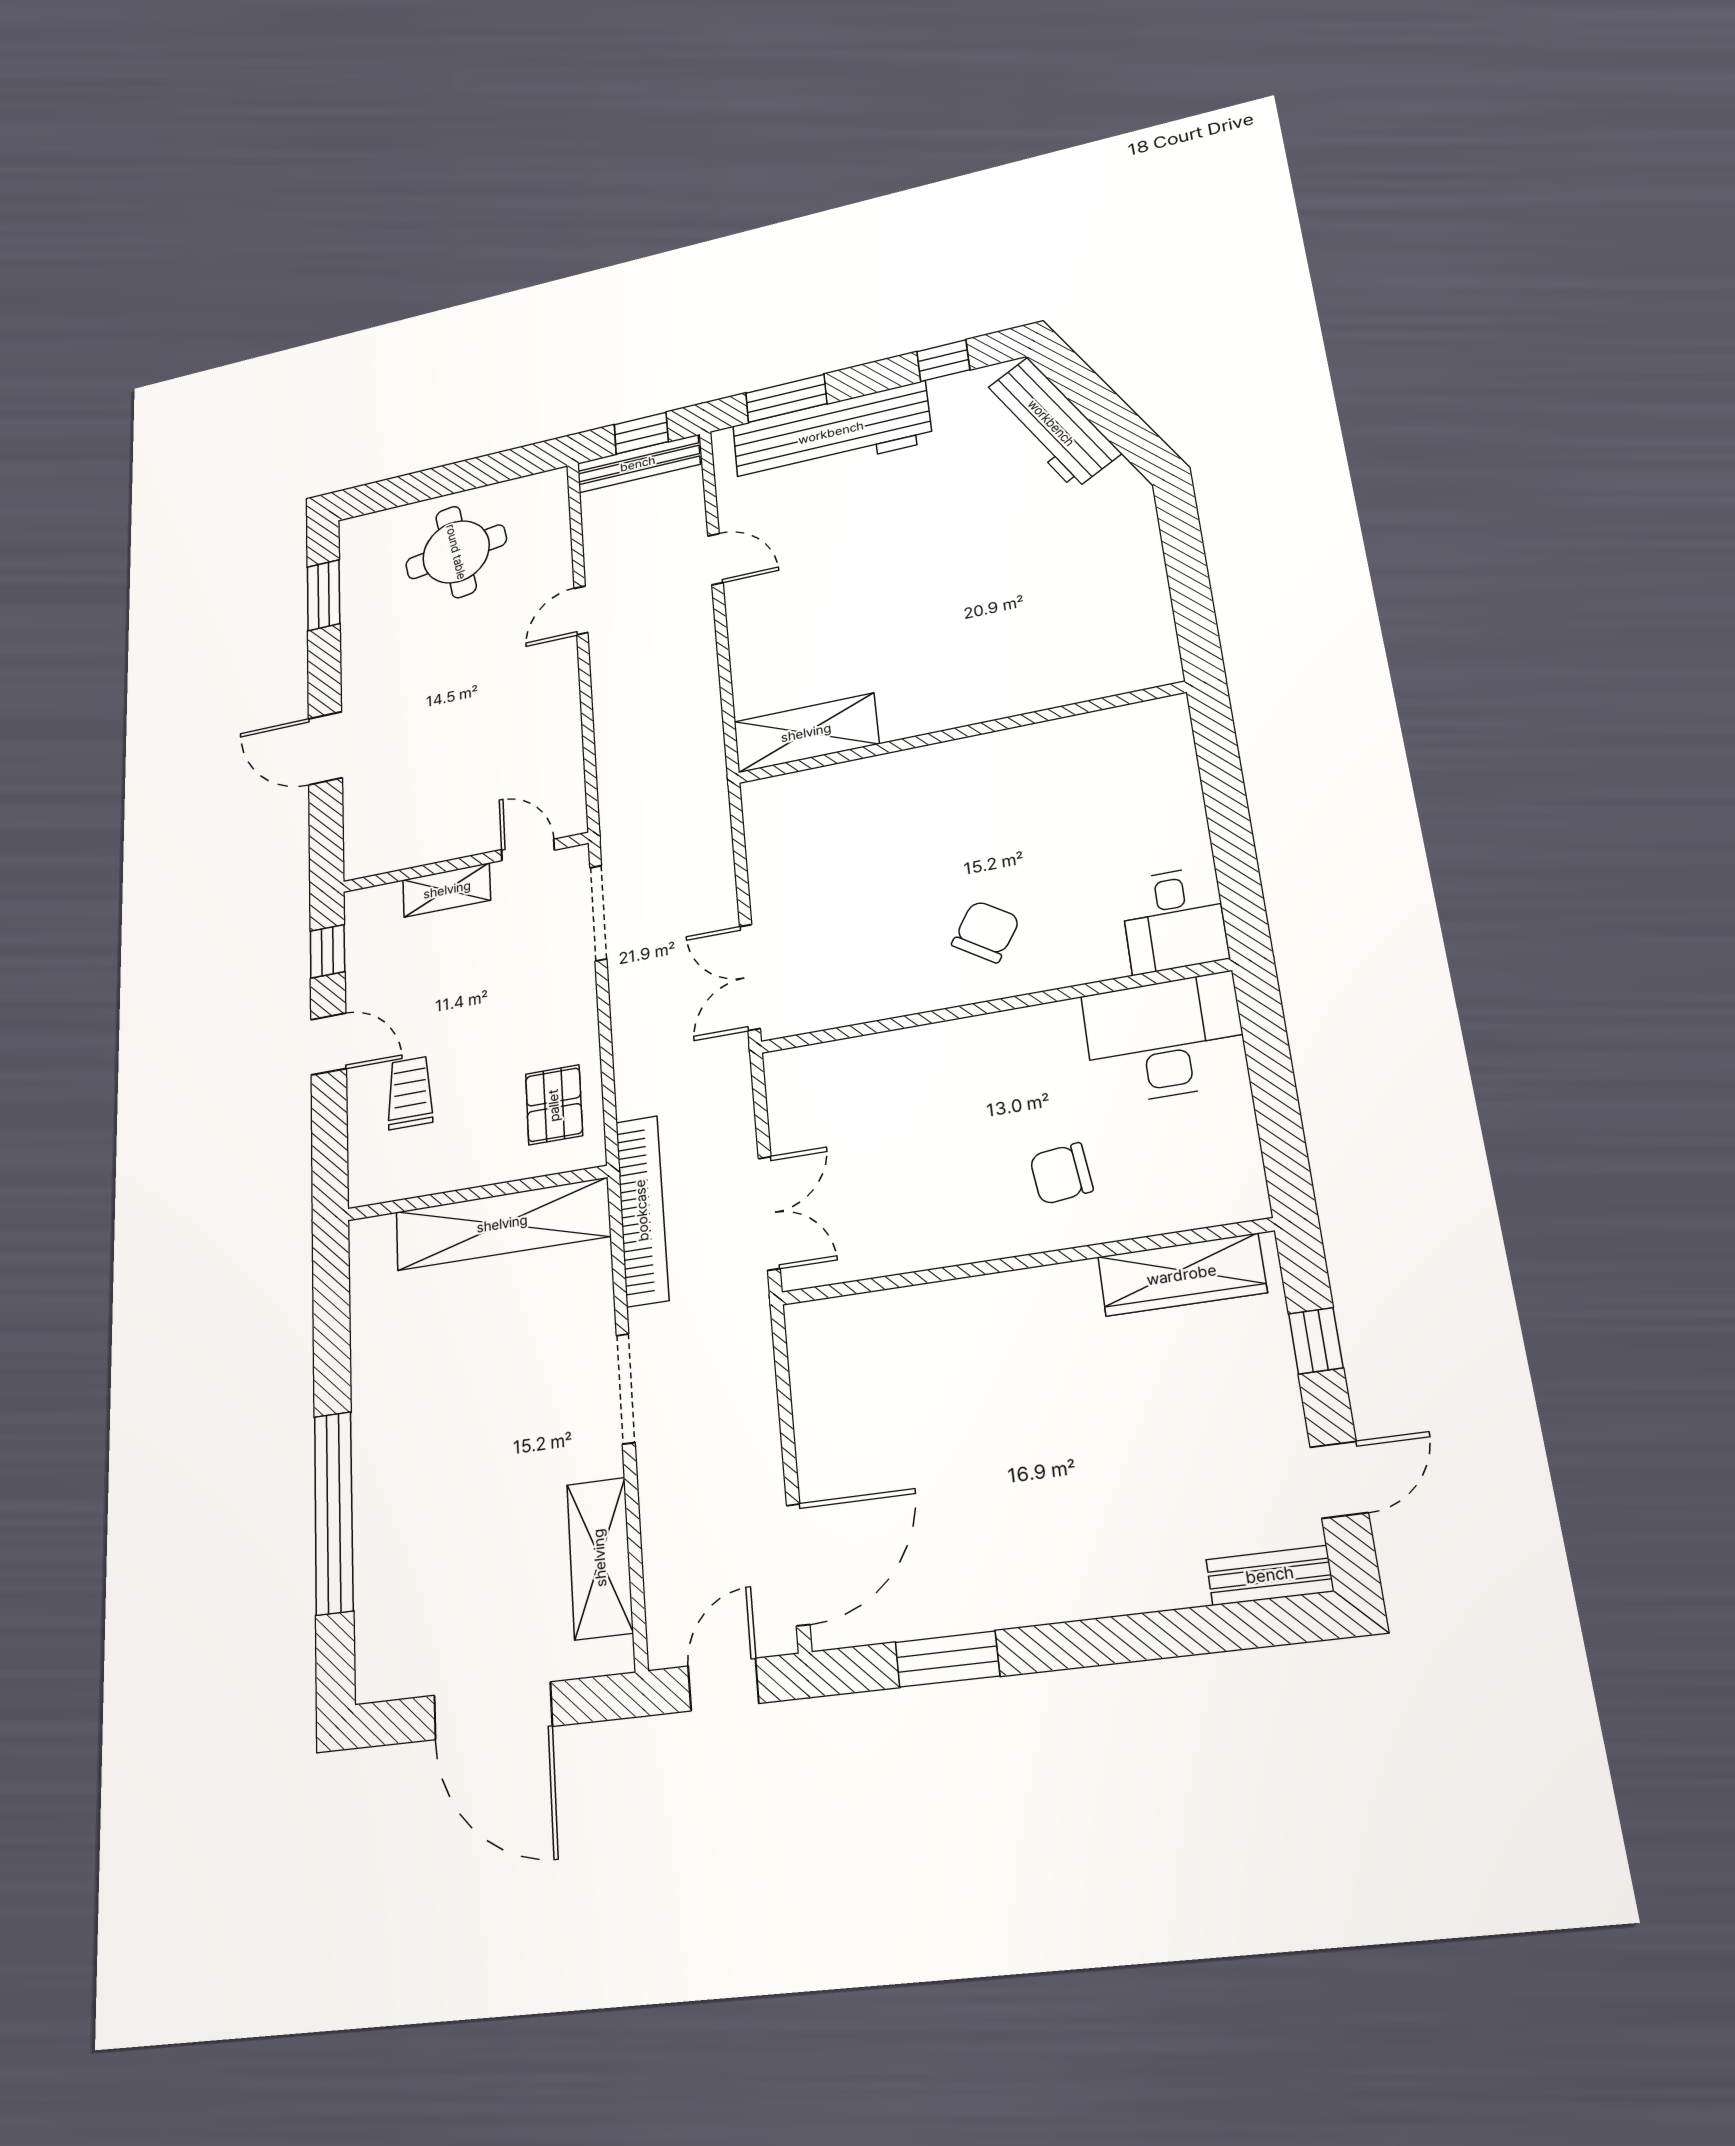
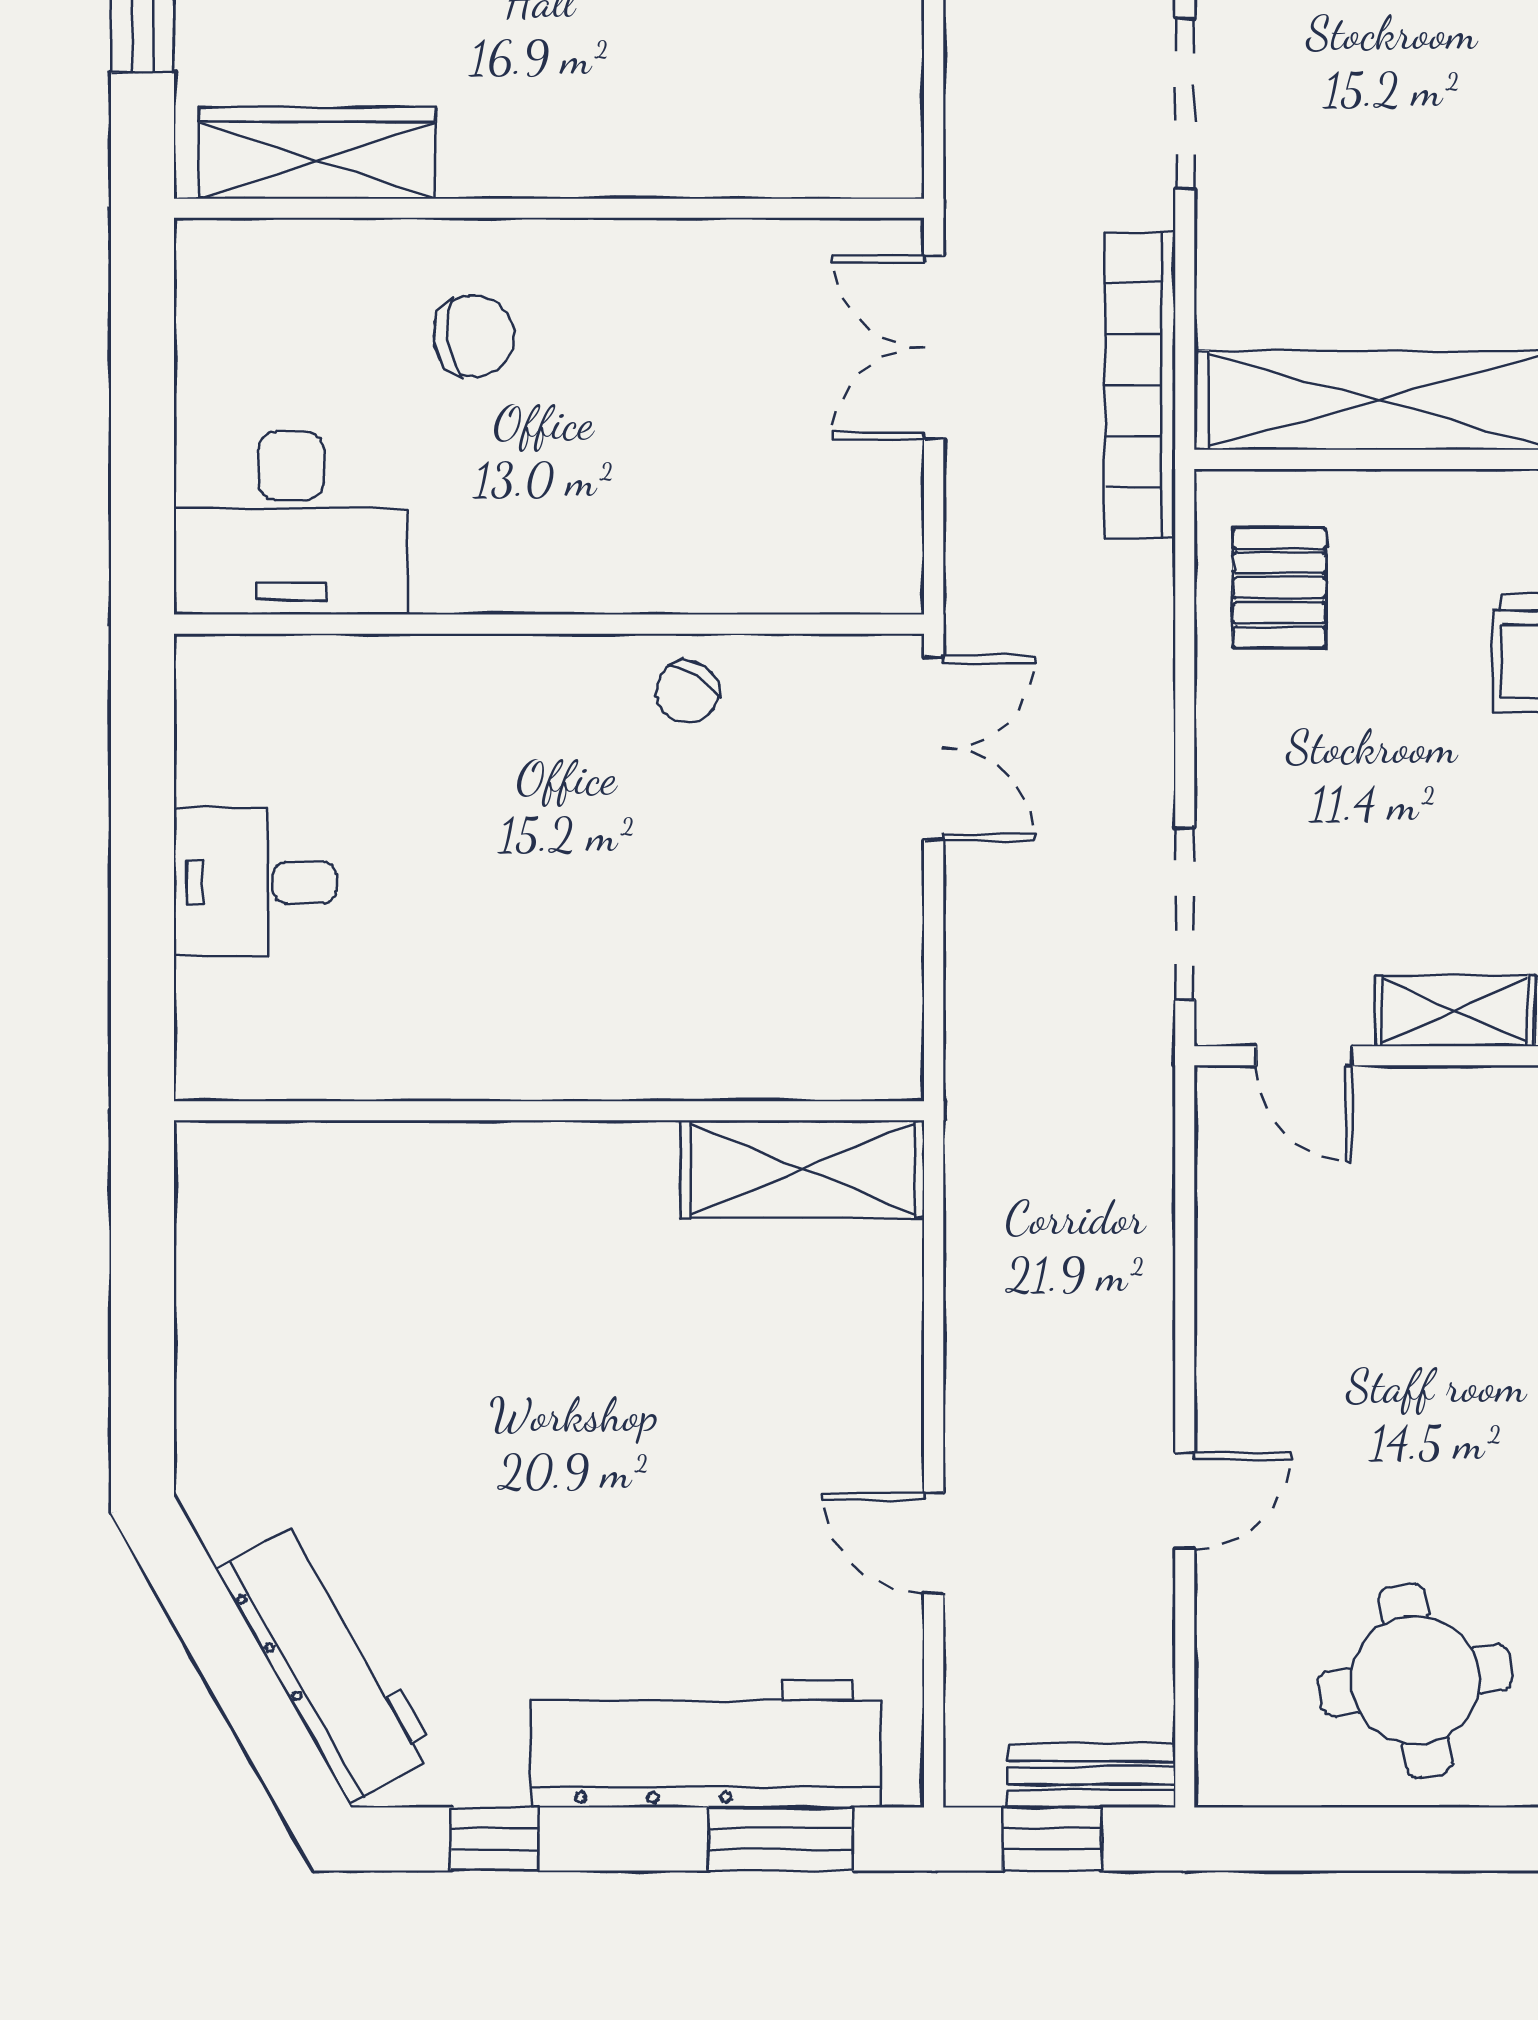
bench: (638, 464) -> (1092, 1776), width x0.73
desk: (1174, 920) -> (255, 883), moved, turned -90
chair: (986, 932) -> (687, 692), moved, width x0.73, depth x0.73

